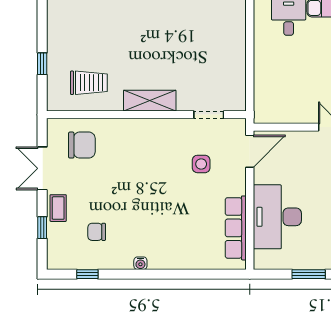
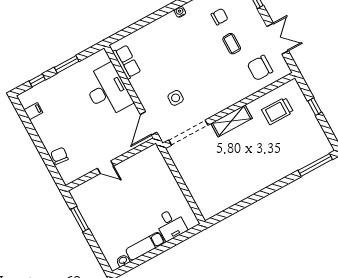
doorway: (209, 115) -> (188, 133), width x1.88
coffee table: (58, 208) -> (232, 44), moved
row of seats: (236, 228) -> (127, 62), width x0.68

